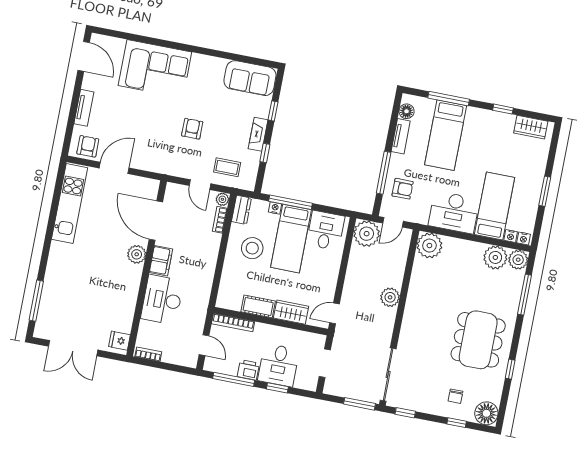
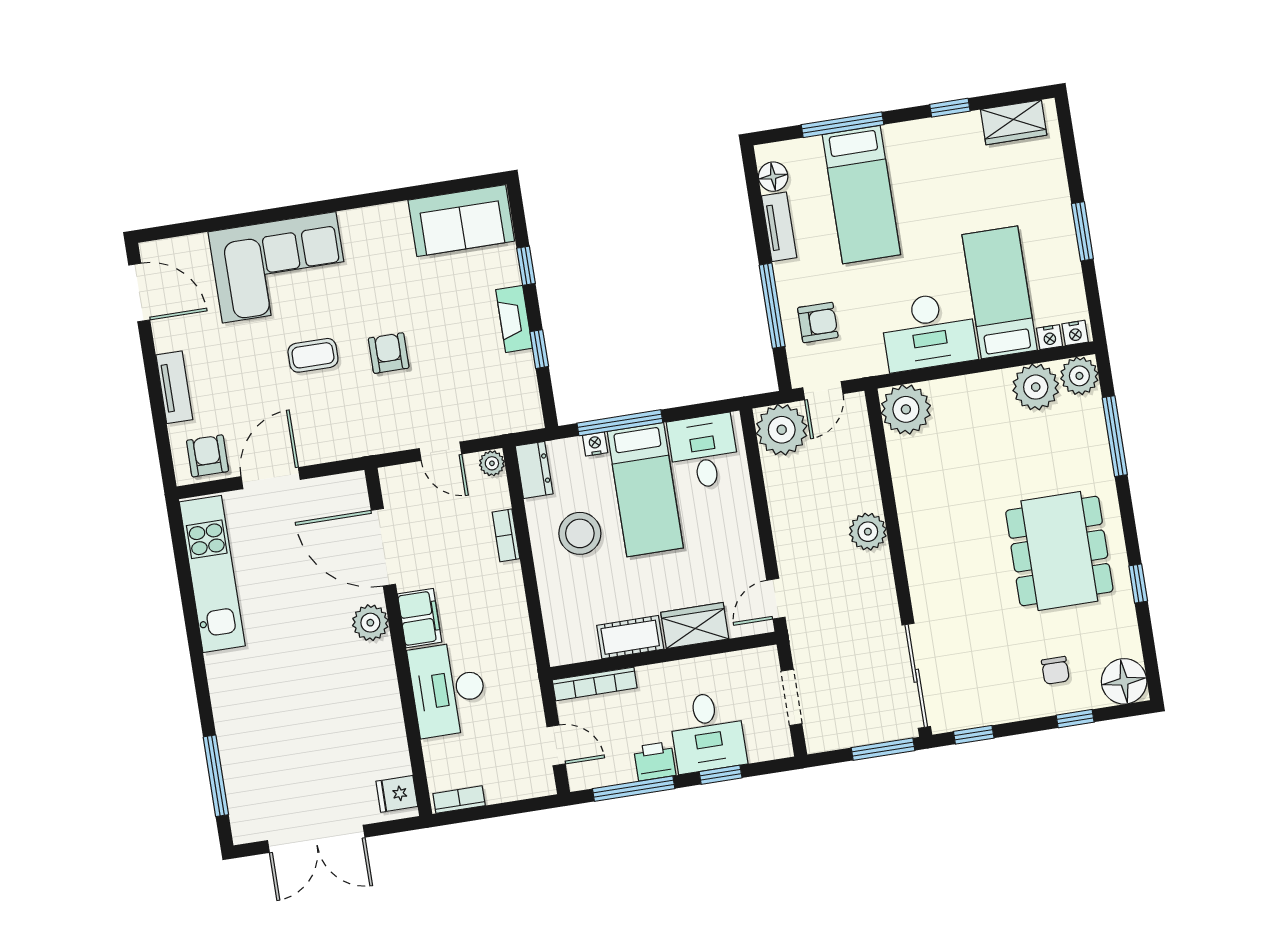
coffee table: (227, 167) -> (313, 355), moved
bookcase: (220, 220) -> (506, 535), moved

